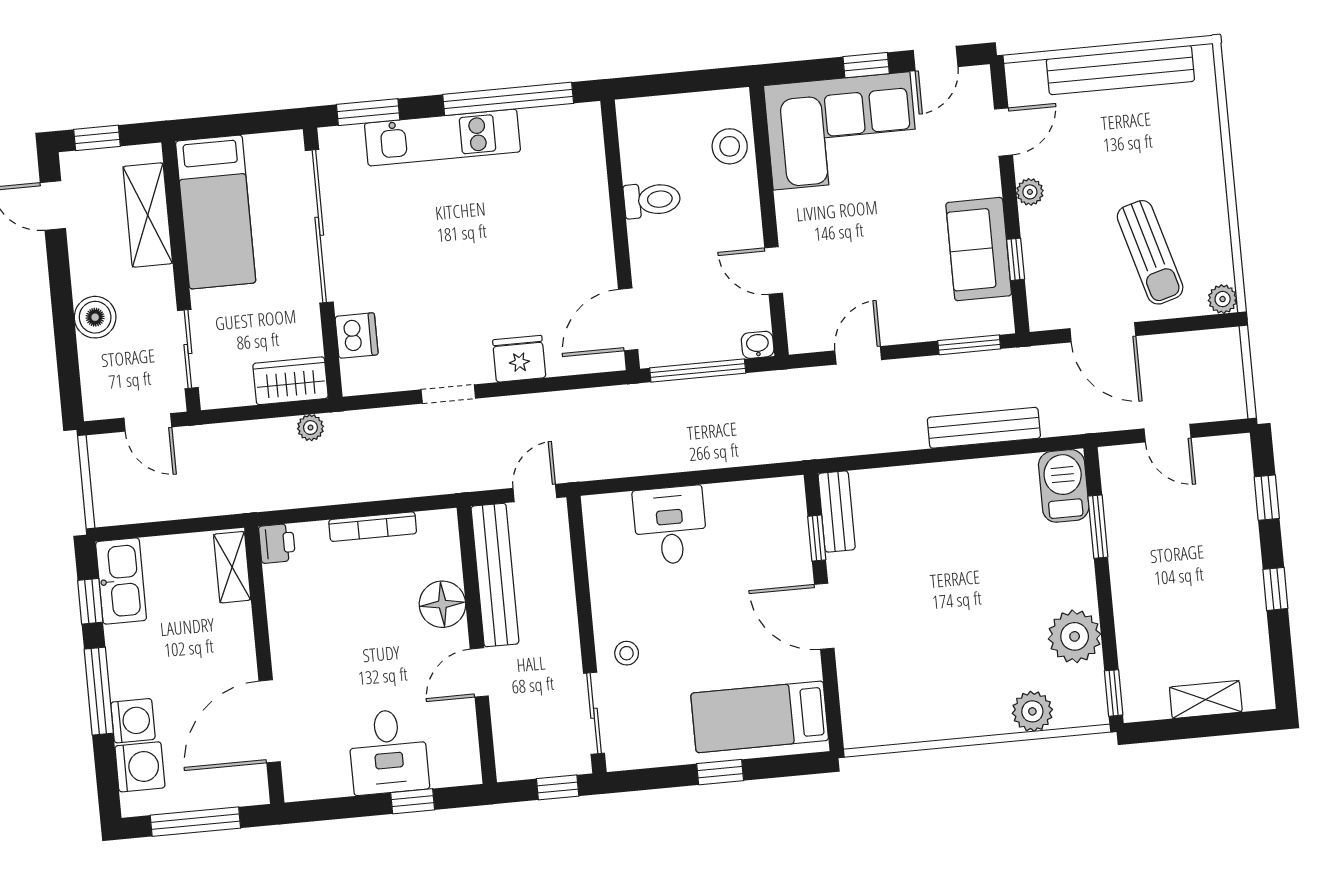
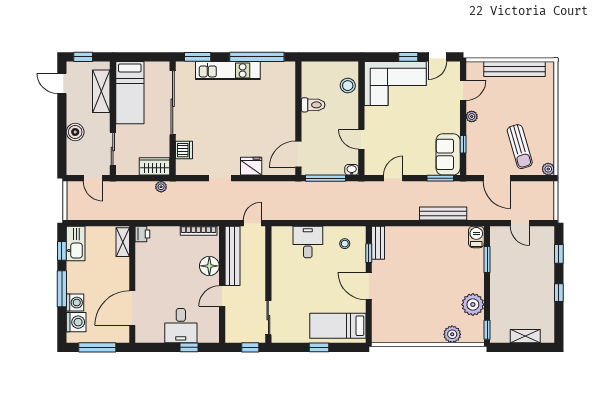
sofa: (979, 249) -> (448, 154), moved
barbecue: (1064, 486) -> (476, 237), width x0.73, depth x0.79
bookcase: (373, 527) -> (199, 231), moved
stool: (627, 653) -> (345, 244), moved

